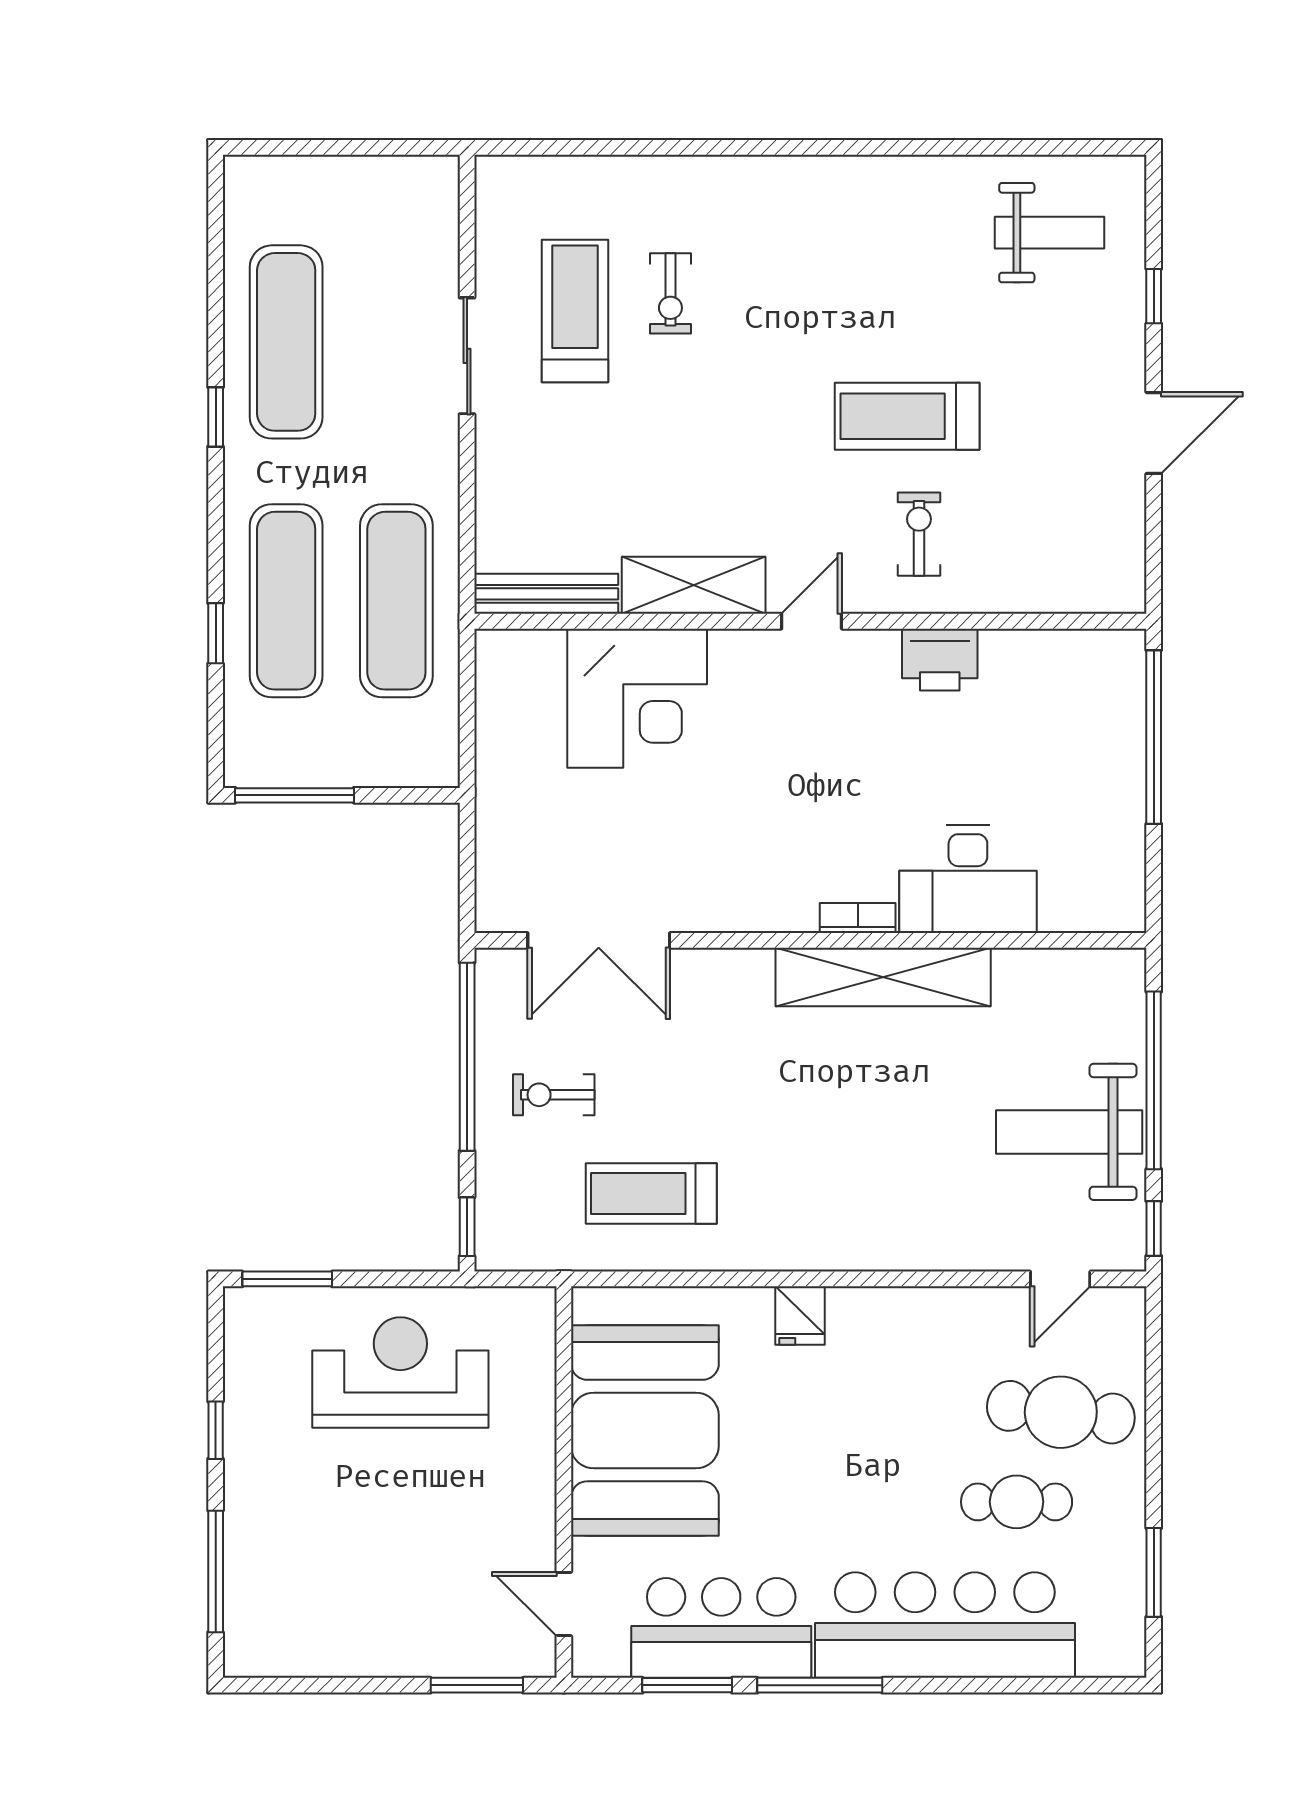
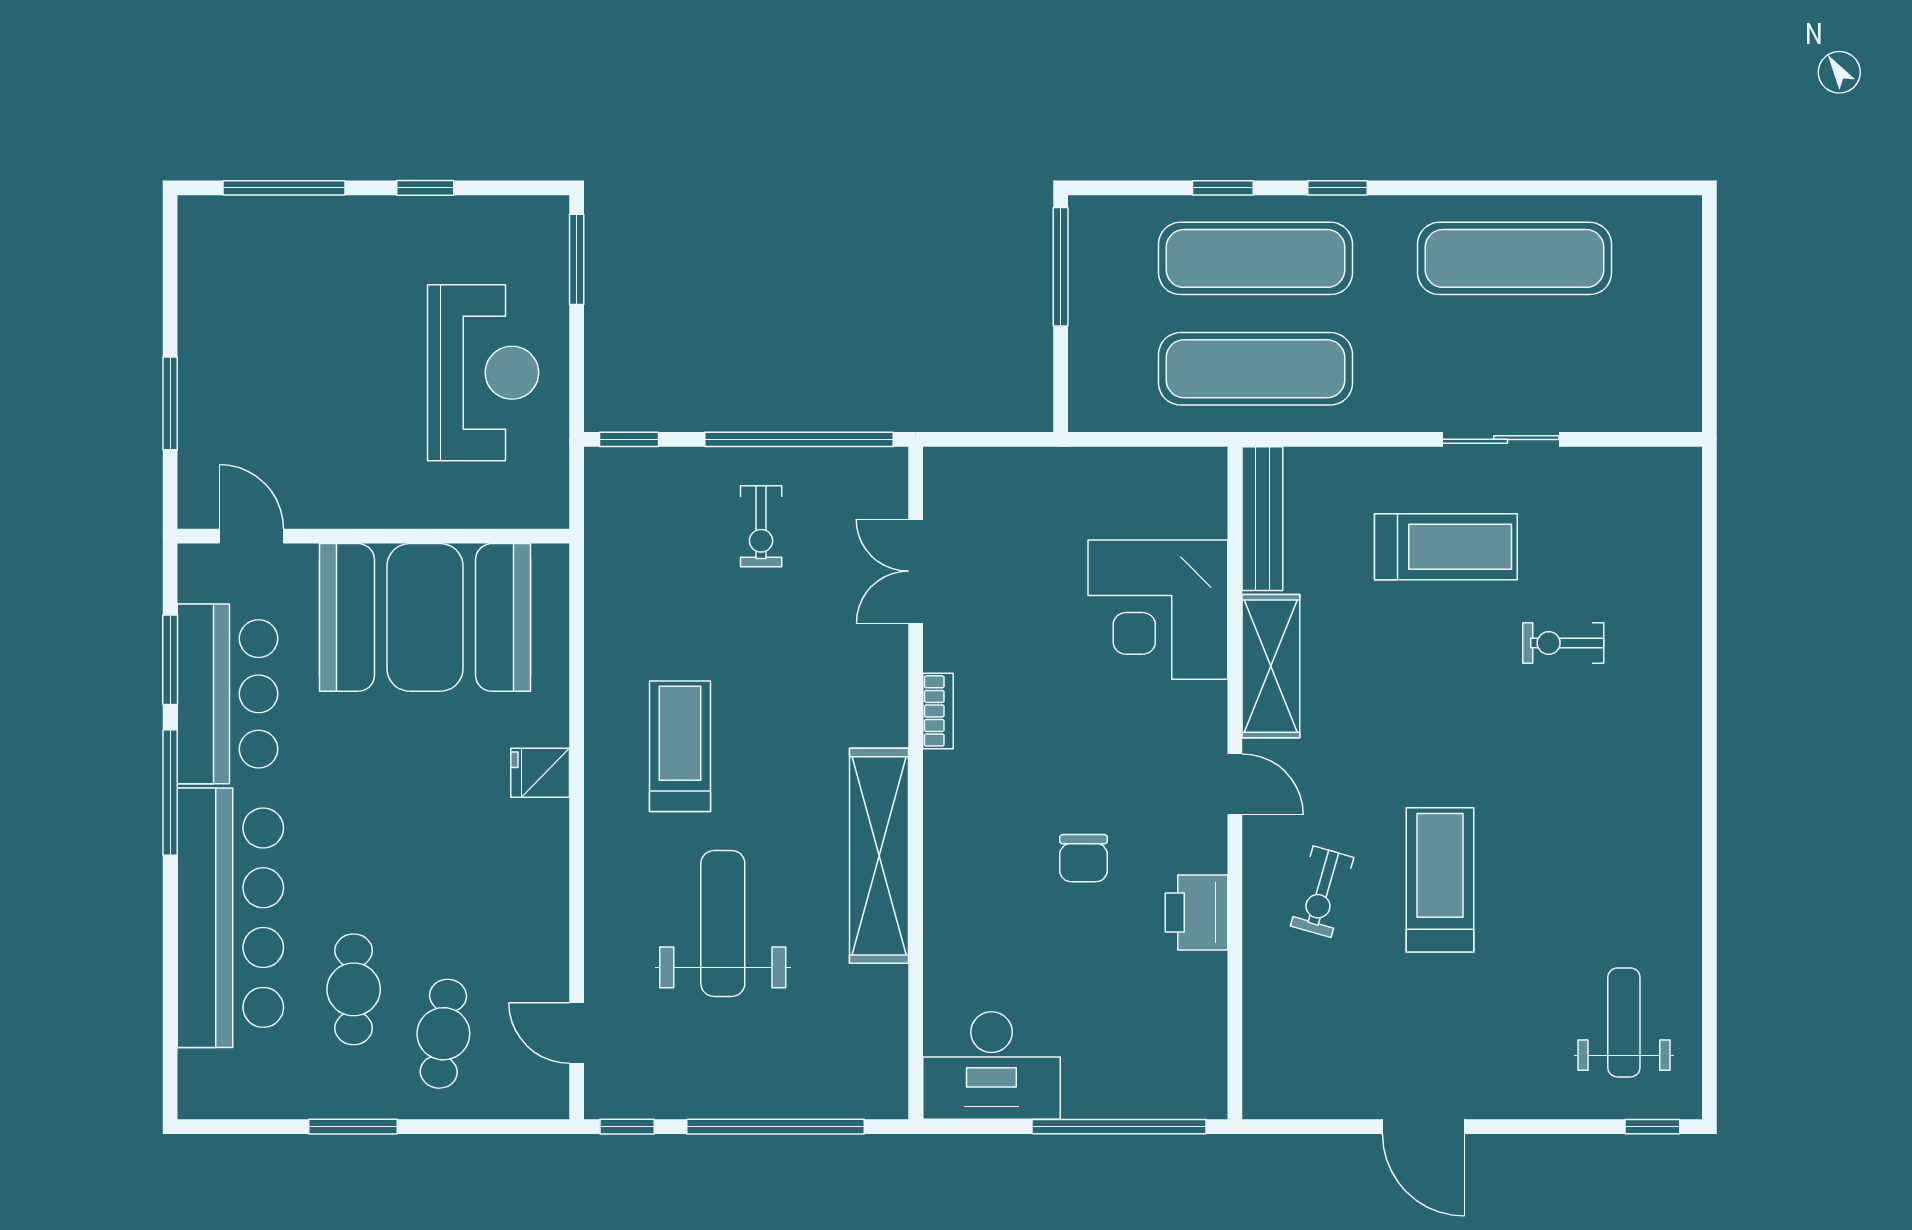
weight bench: (1050, 233) -> (1624, 1022), turned 180
window: (1154, 296) -> (1652, 1127), moved
treadmill: (575, 311) -> (1446, 547), moved
window: (216, 417) -> (1337, 188), moved
exercise bike: (919, 534) -> (1322, 892), turned 106
chair: (885, 773) -> (1084, 858), added
desk: (968, 879) -> (991, 1066), moved, turned -90
bookcase: (858, 918) -> (938, 711), moved
double door: (599, 940) -> (916, 571), width x0.73
exercise bike: (554, 1095) -> (761, 526), turned 180
weight bench: (1069, 1132) -> (723, 923), moved
treadmill: (651, 1194) -> (680, 746), moved
cafe table: (1061, 1412) -> (443, 1034), width x0.73, depth x0.74
window: (1154, 1572) -> (353, 1127), moved
door: (564, 1604) -> (251, 536), hinge flipped
window: (477, 1685) -> (170, 403), moved

